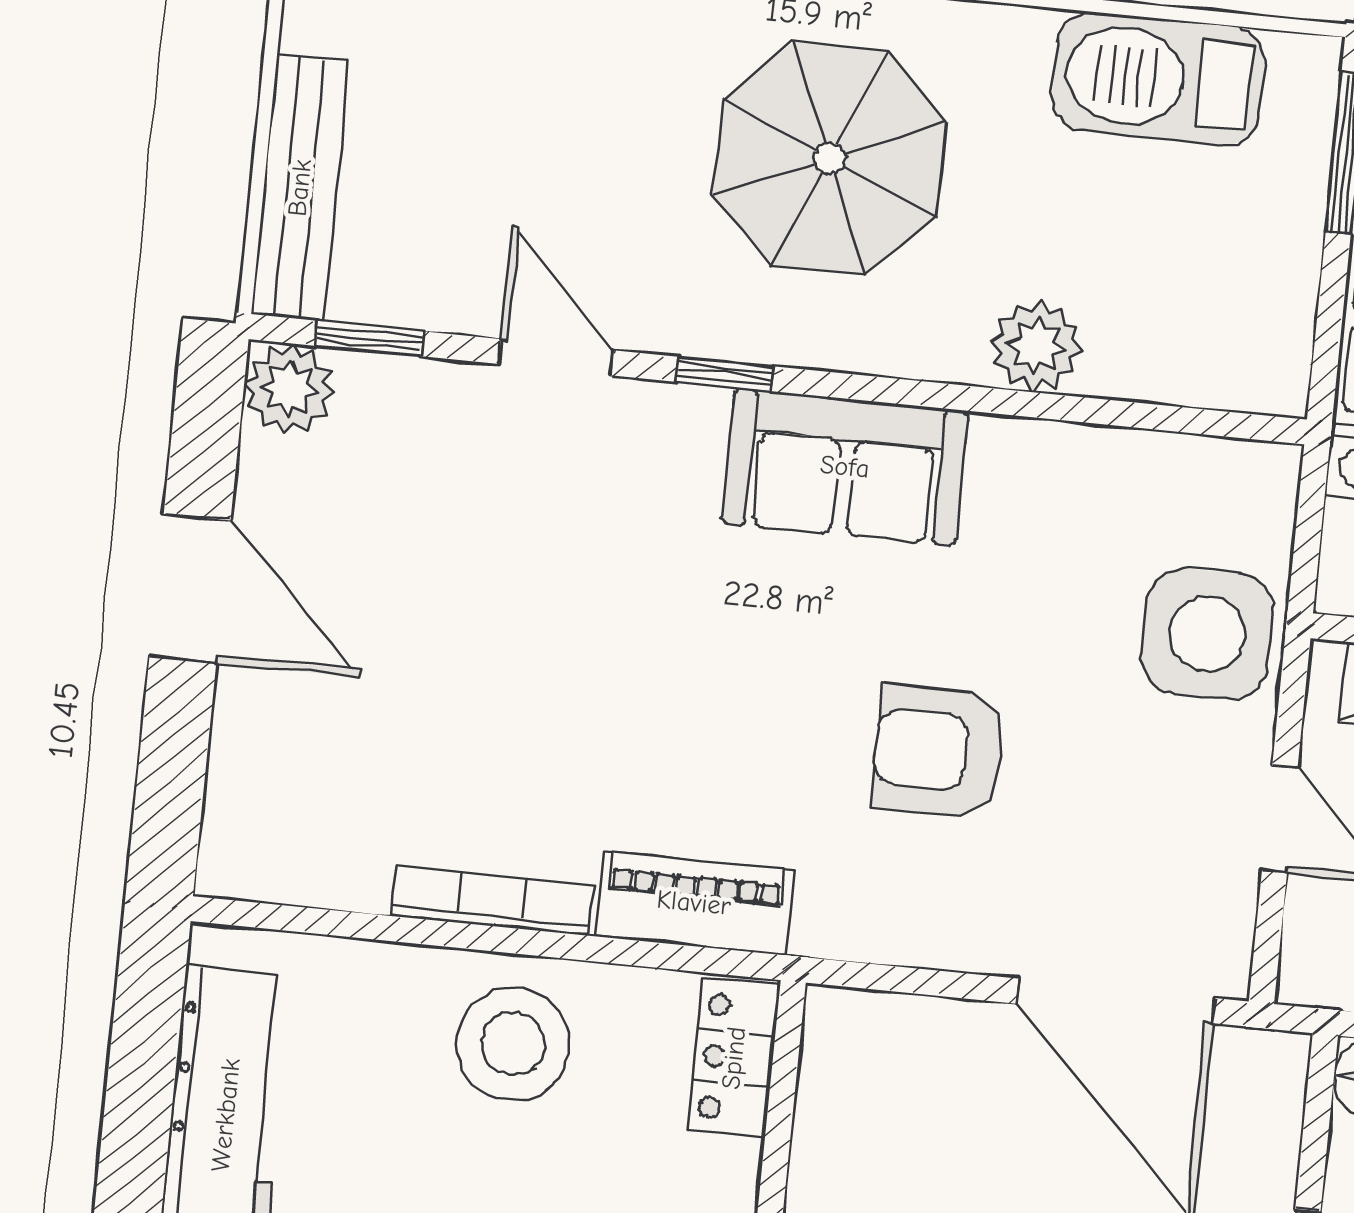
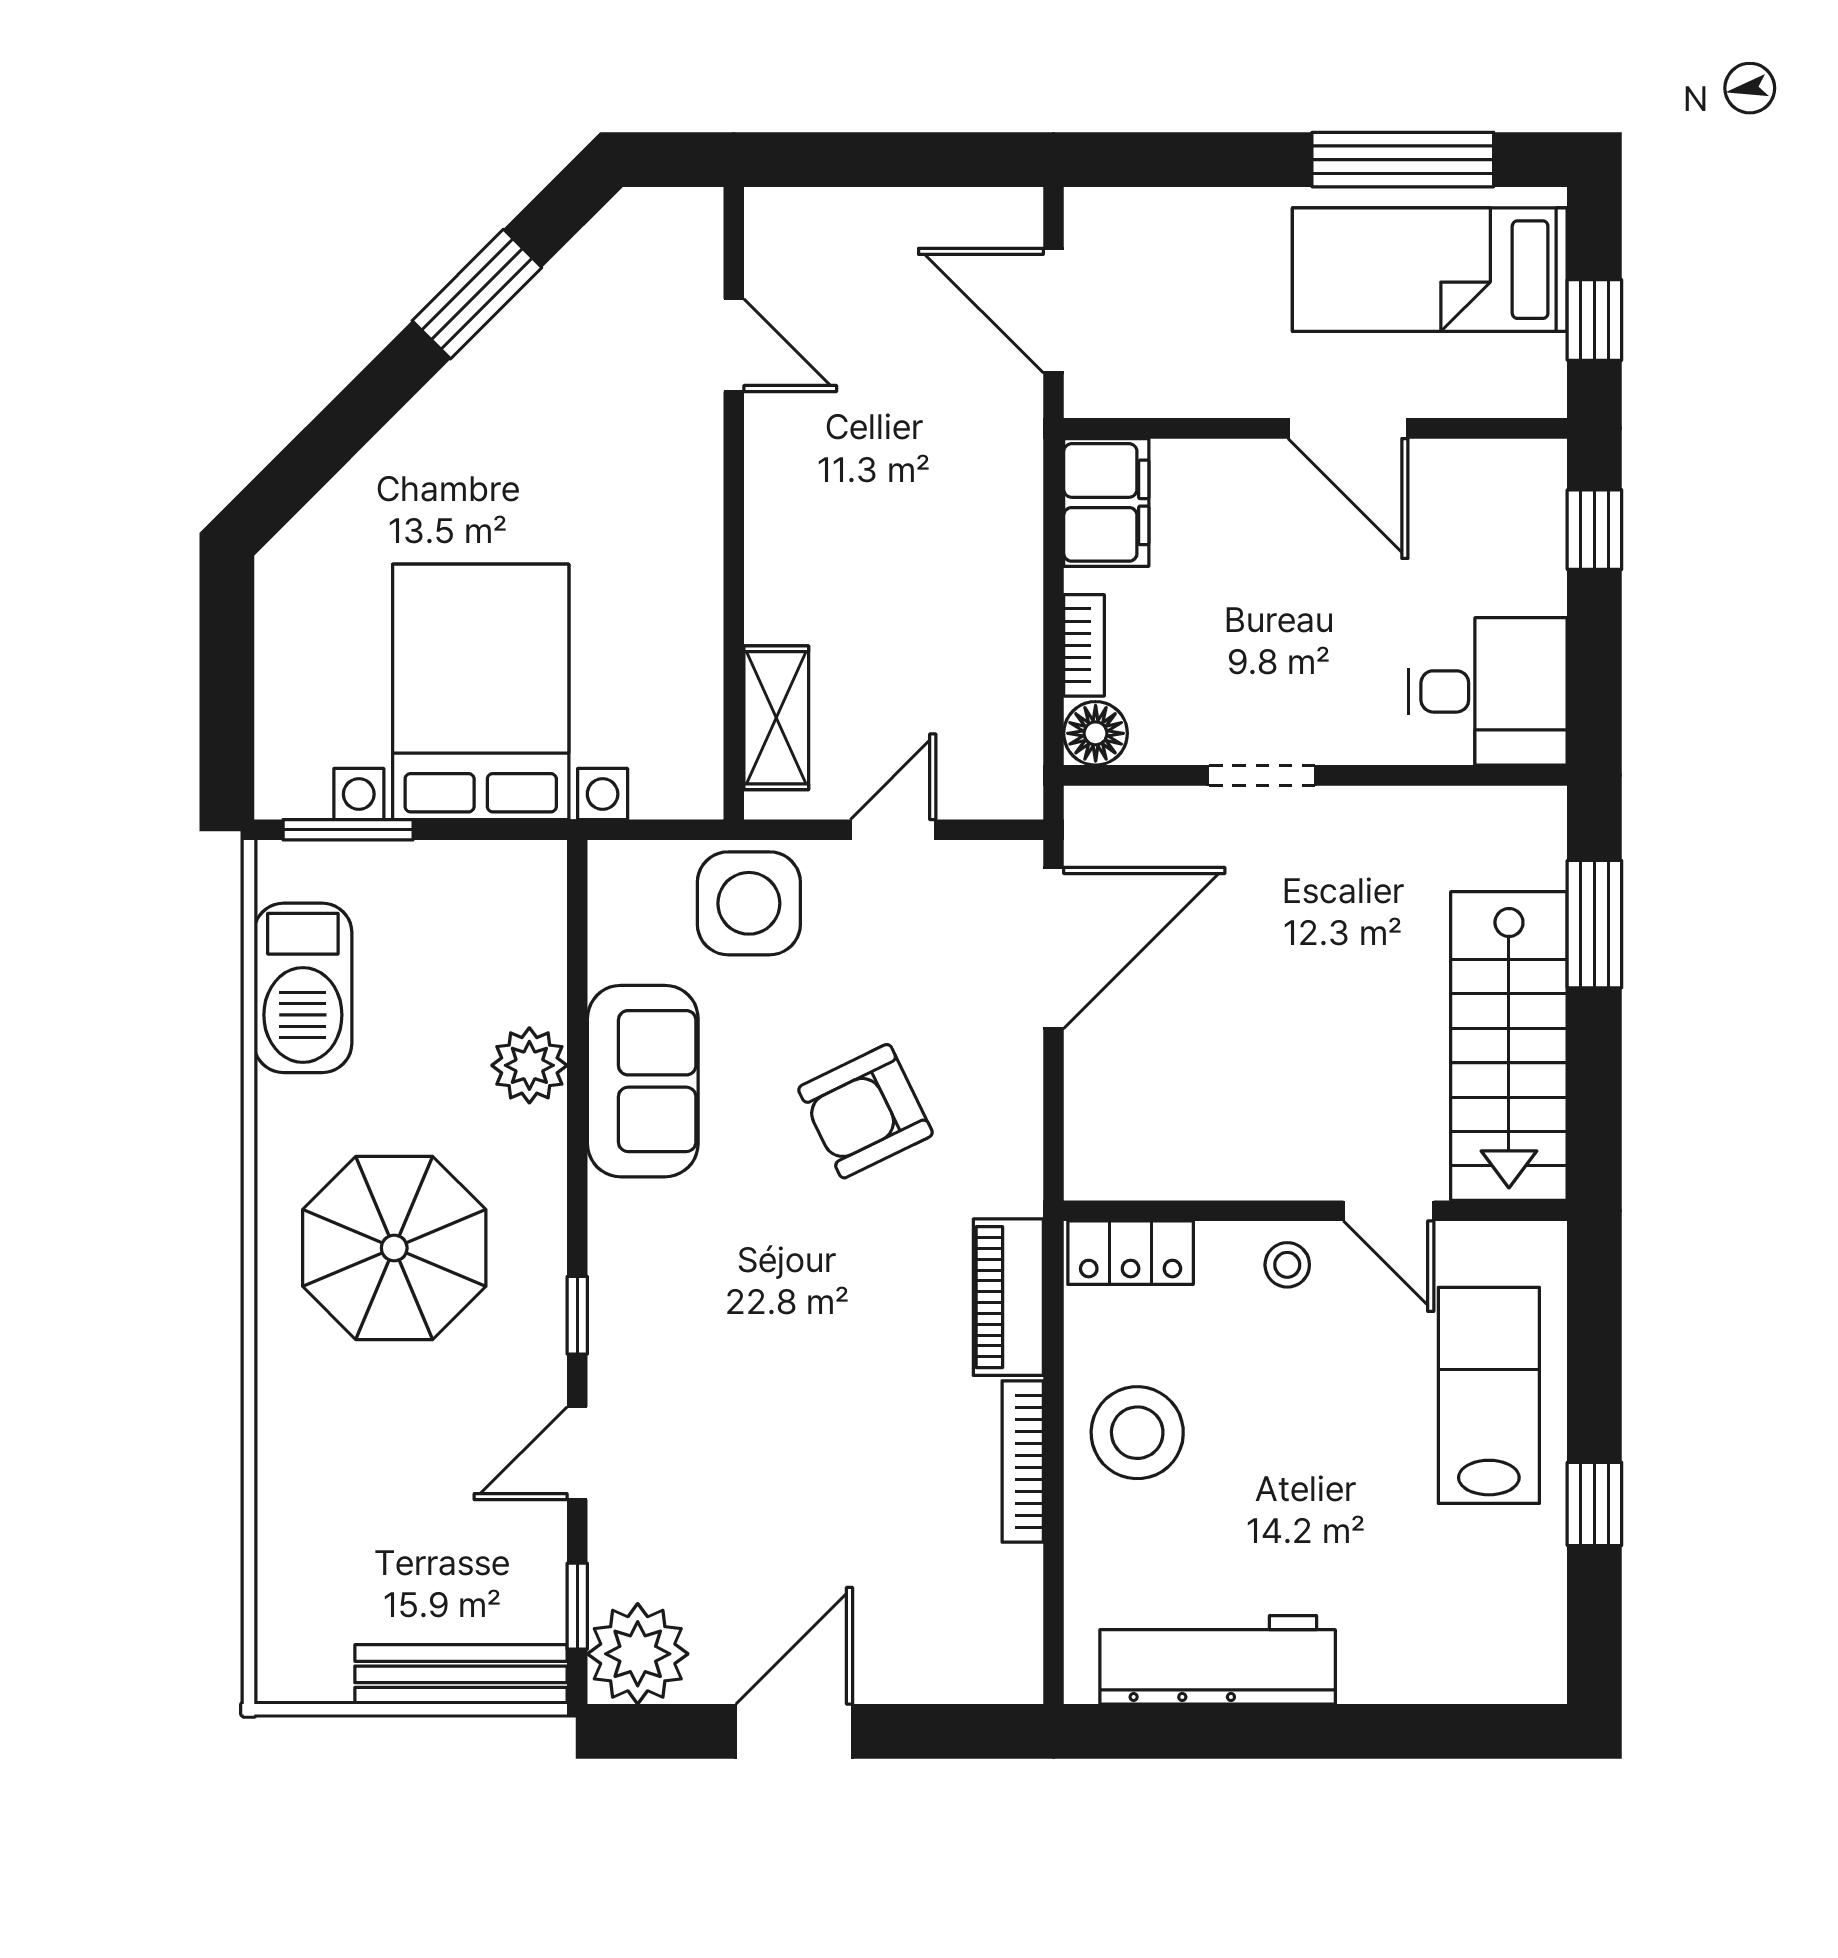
plant: (289, 389) -> (638, 1654), width x1.36, depth x1.36
sofa: (845, 467) -> (643, 1081), moved
armchair: (939, 751) -> (866, 1111), turned 64

